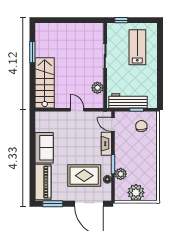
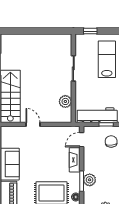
door: (77, 110) -> (33, 124), moved
door: (113, 124) -> (82, 140), hinge flipped
plant: (121, 174) -> (90, 180), moved

